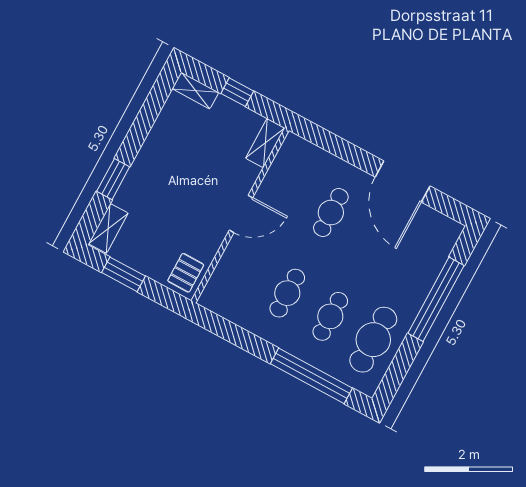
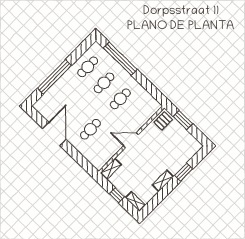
shelving: (108, 228) -> (163, 181), moved
window: (124, 274) -> (183, 120), moved
cafe table: (373, 340) -> (88, 67), width x0.73, depth x0.74

